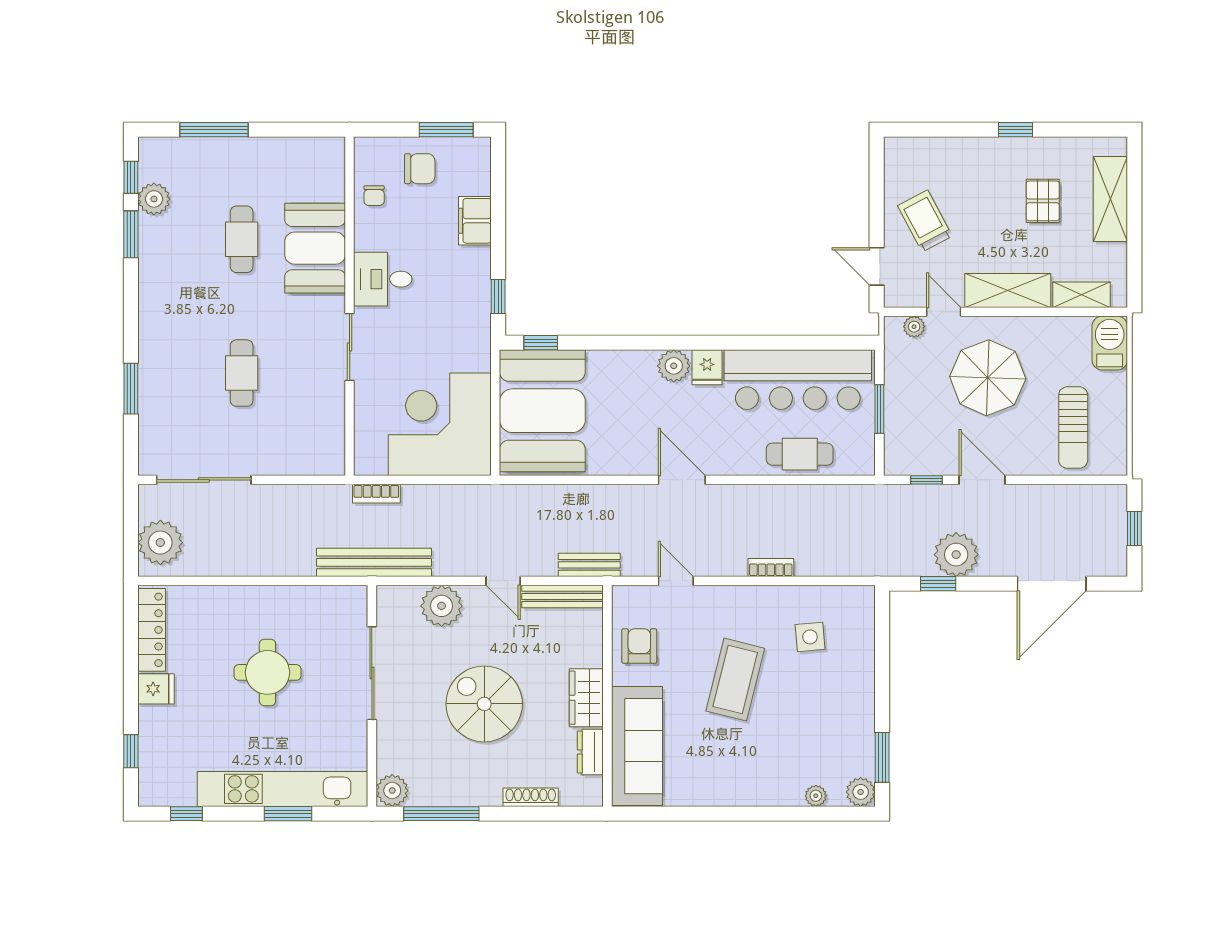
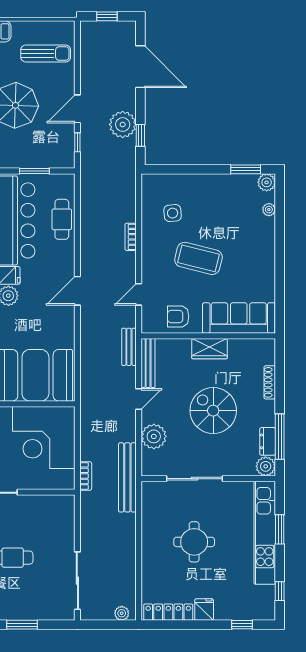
plant: (160, 543) -> (122, 613), width x0.53, depth x0.53
spiral stairs: (484, 704) -> (213, 411), turned 90
dresser: (590, 752) -> (268, 441), moved, turned 90

